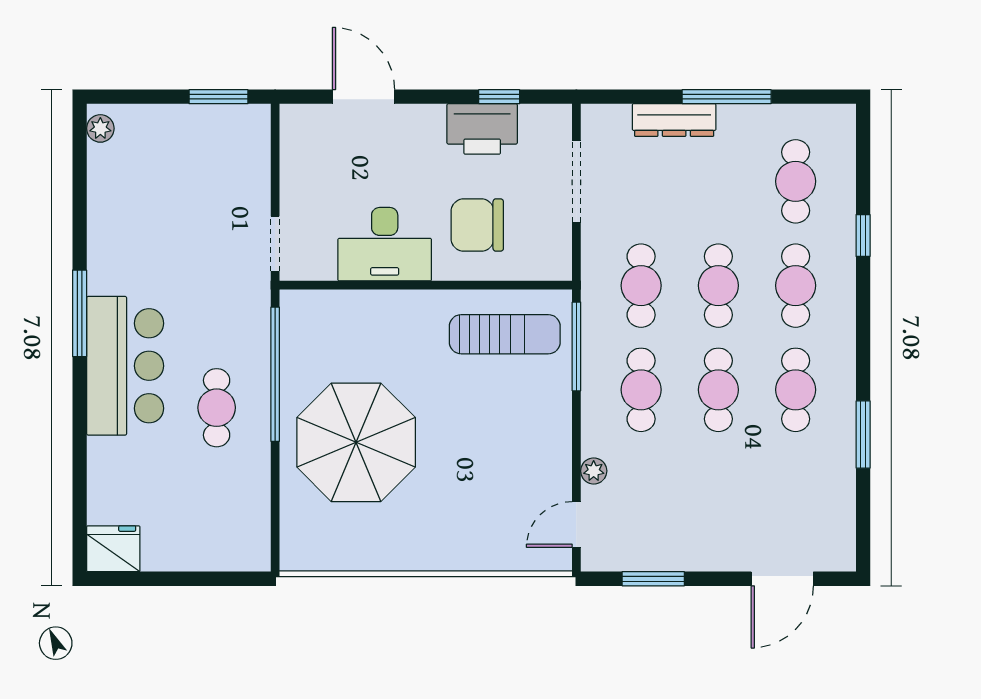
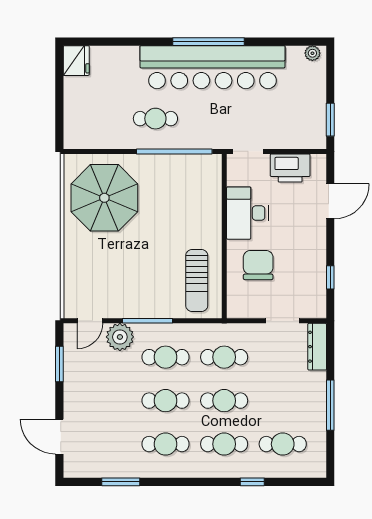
dresser: (674, 120) -> (317, 347), moved
printer: (482, 129) -> (290, 168), moved, turned -90
doorway: (576, 182) -> (283, 321), width x0.73
window: (80, 313) -> (209, 42), width x1.46
window: (576, 346) -> (147, 321), moved
bar counter: (125, 366) -> (212, 67), width x1.86
window: (863, 434) -> (121, 482), moved
parasol: (356, 442) -> (104, 198), moved
plant: (594, 471) -> (120, 337), width x1.88, depth x1.88
door: (576, 524) -> (90, 321), swing flipped

